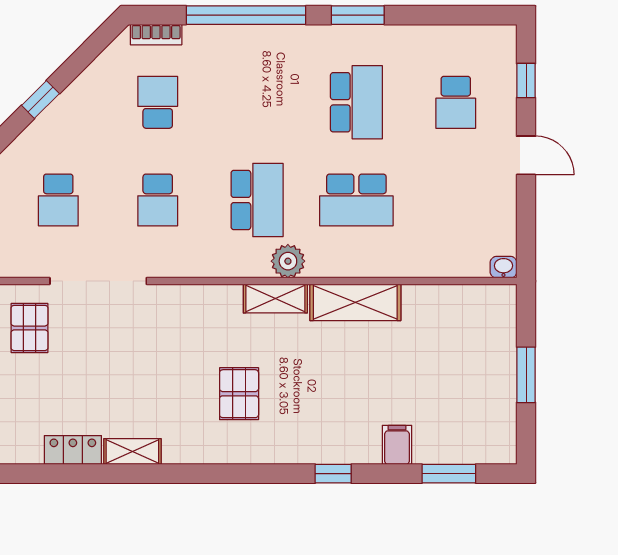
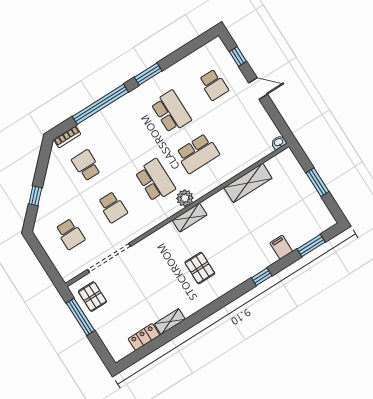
shelving: (355, 302) -> (248, 183), moved

